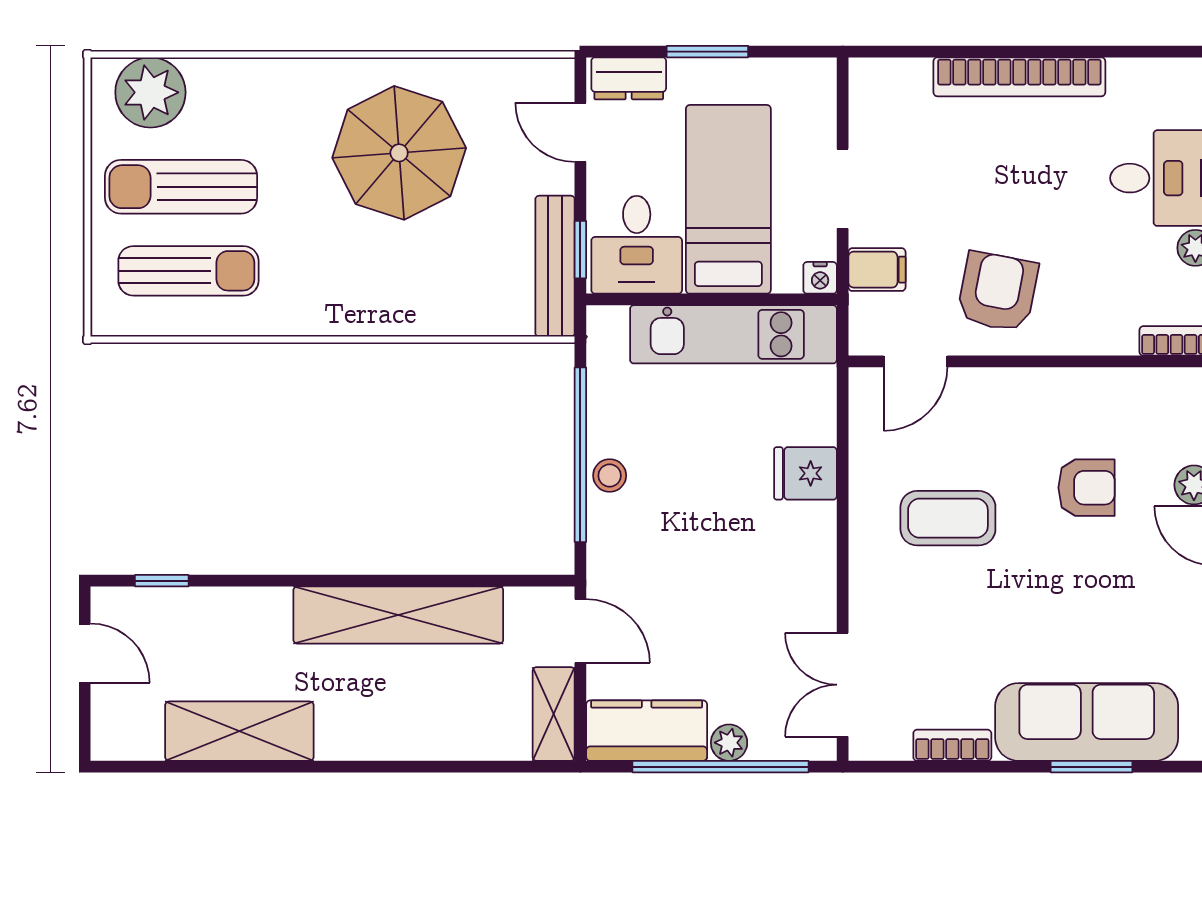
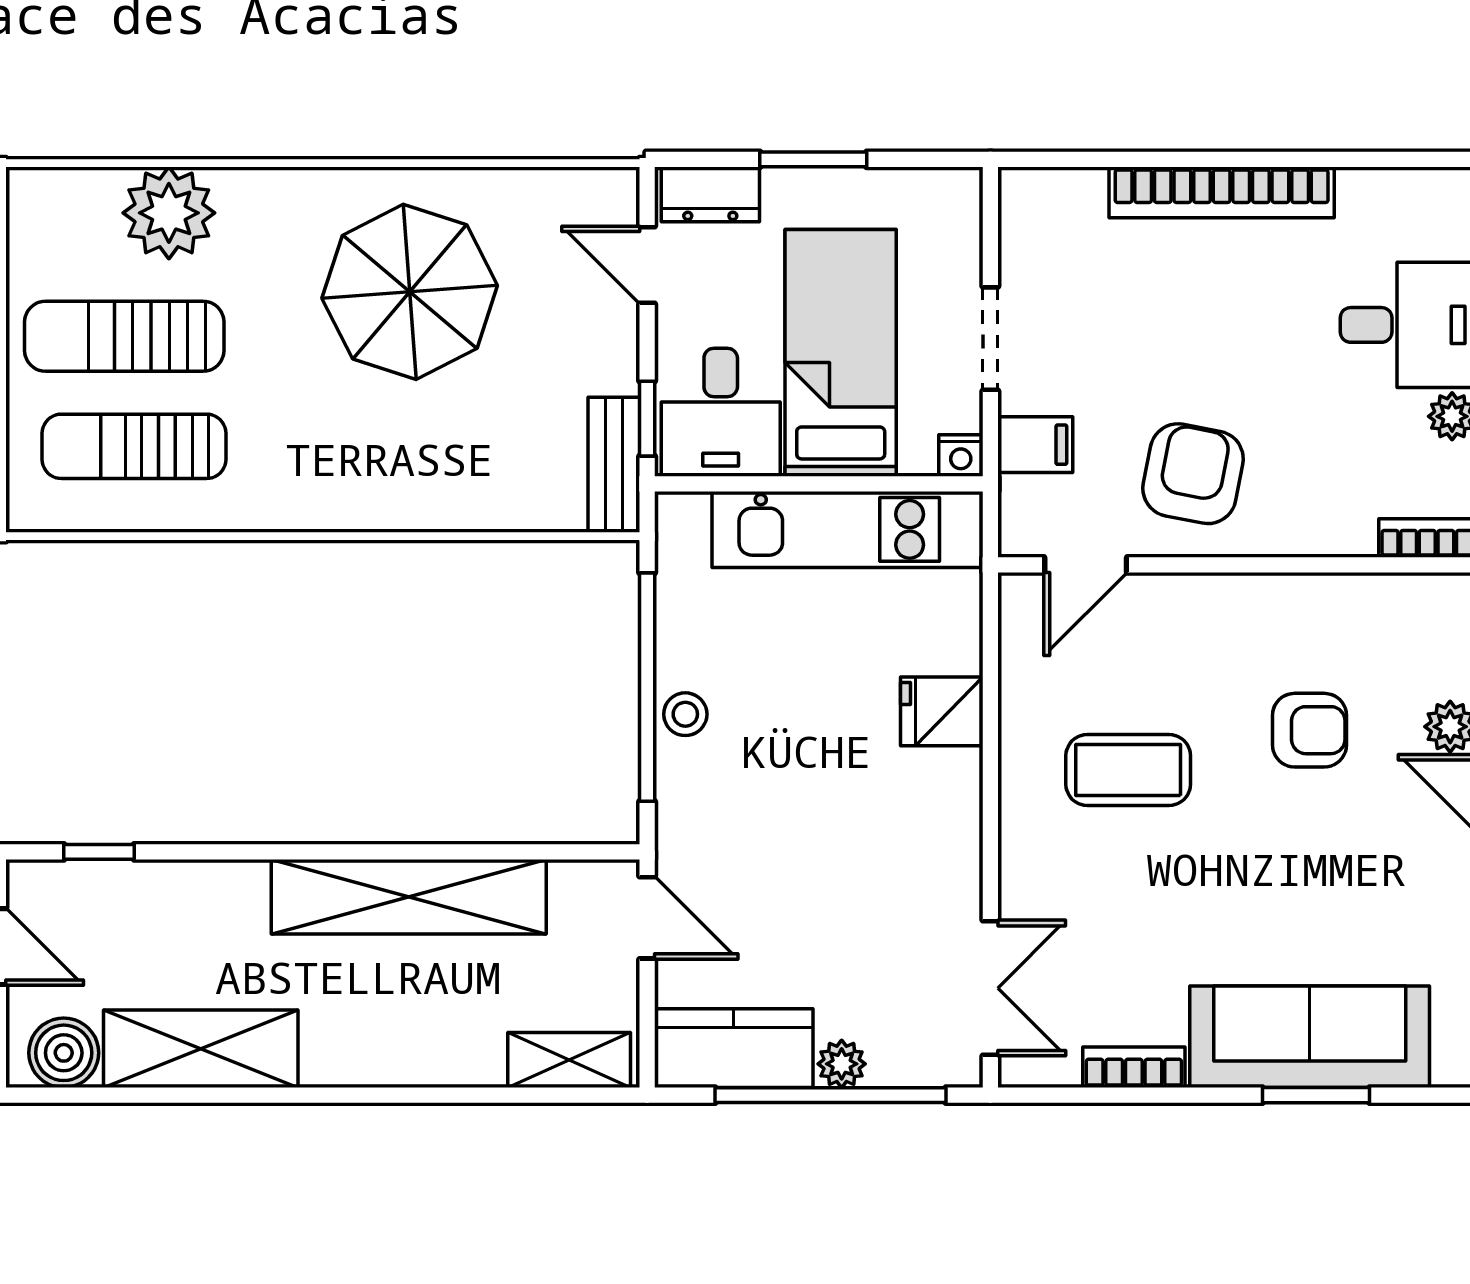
plant: (150, 92) -> (169, 213), moved
bench: (555, 266) -> (614, 465), width x0.73
sun lounger: (188, 271) -> (134, 446), turned 180
double door: (843, 685) -> (990, 988), swing flipped
shelving: (554, 714) -> (569, 1060), moved, turned 90
boiler: (135, 734) -> (64, 1053), added

